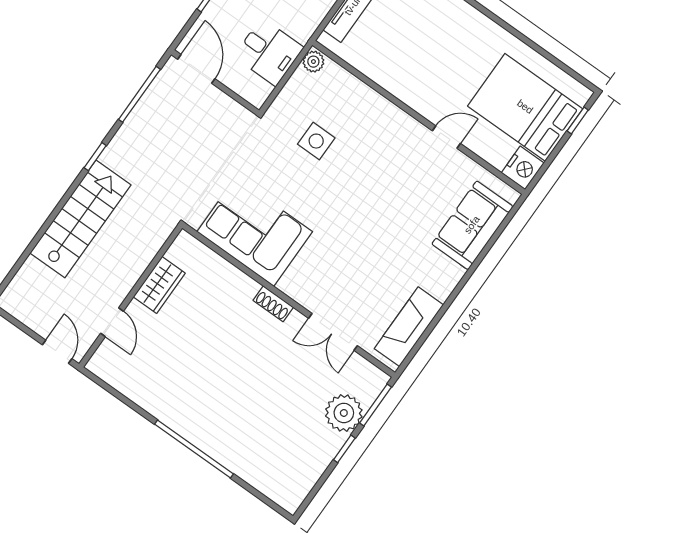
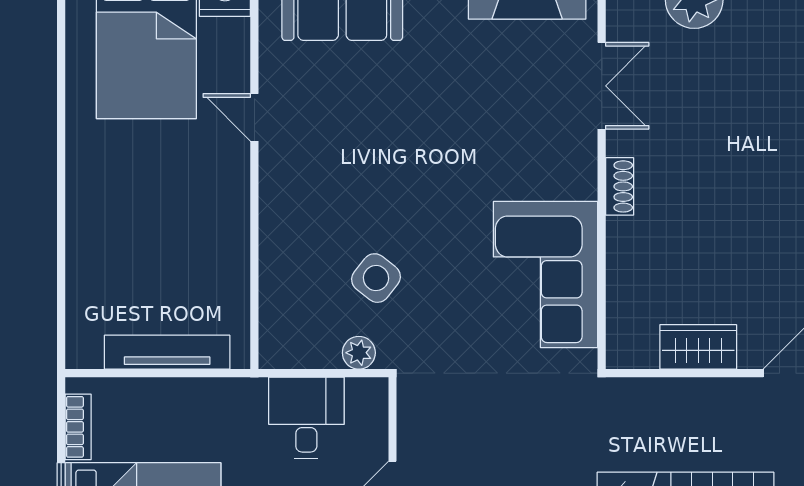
plant: (313, 62) -> (359, 353), moved
side table: (316, 141) -> (376, 278), turned 38

